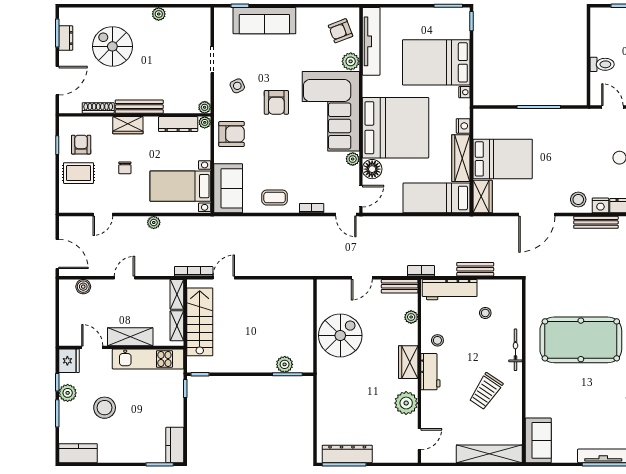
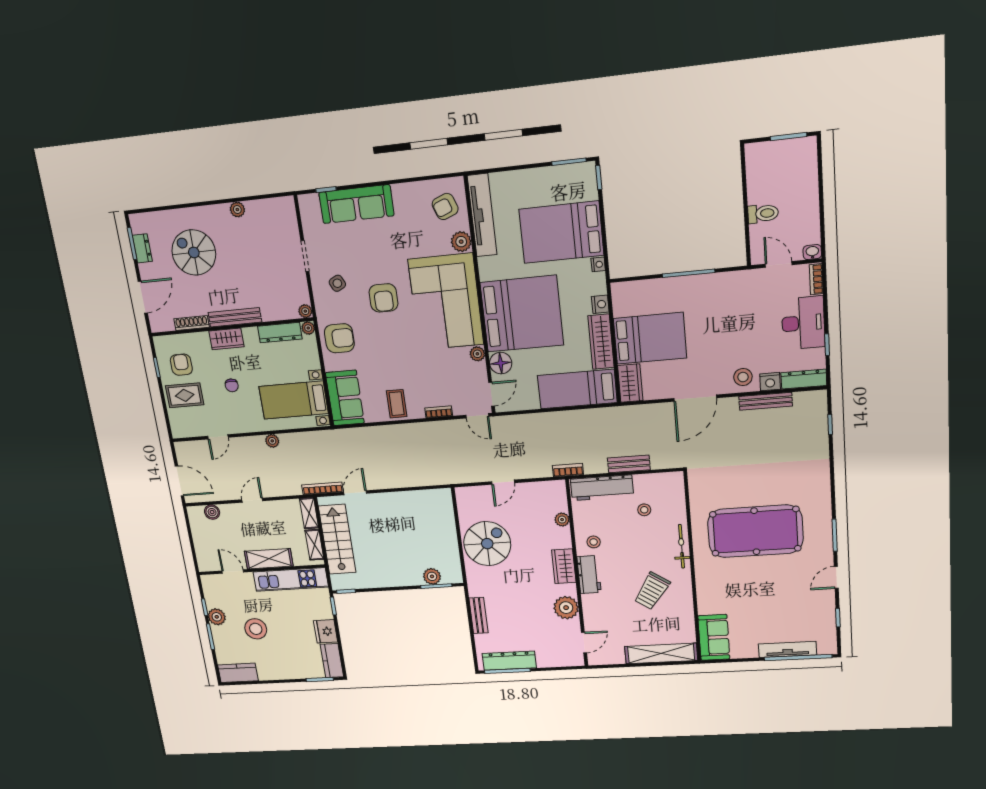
coffee table: (275, 198) -> (397, 404), turned 90
bench: (400, 286) -> (478, 615), moved, turned 90
fridge: (69, 361) -> (326, 631), moved, turned 180

